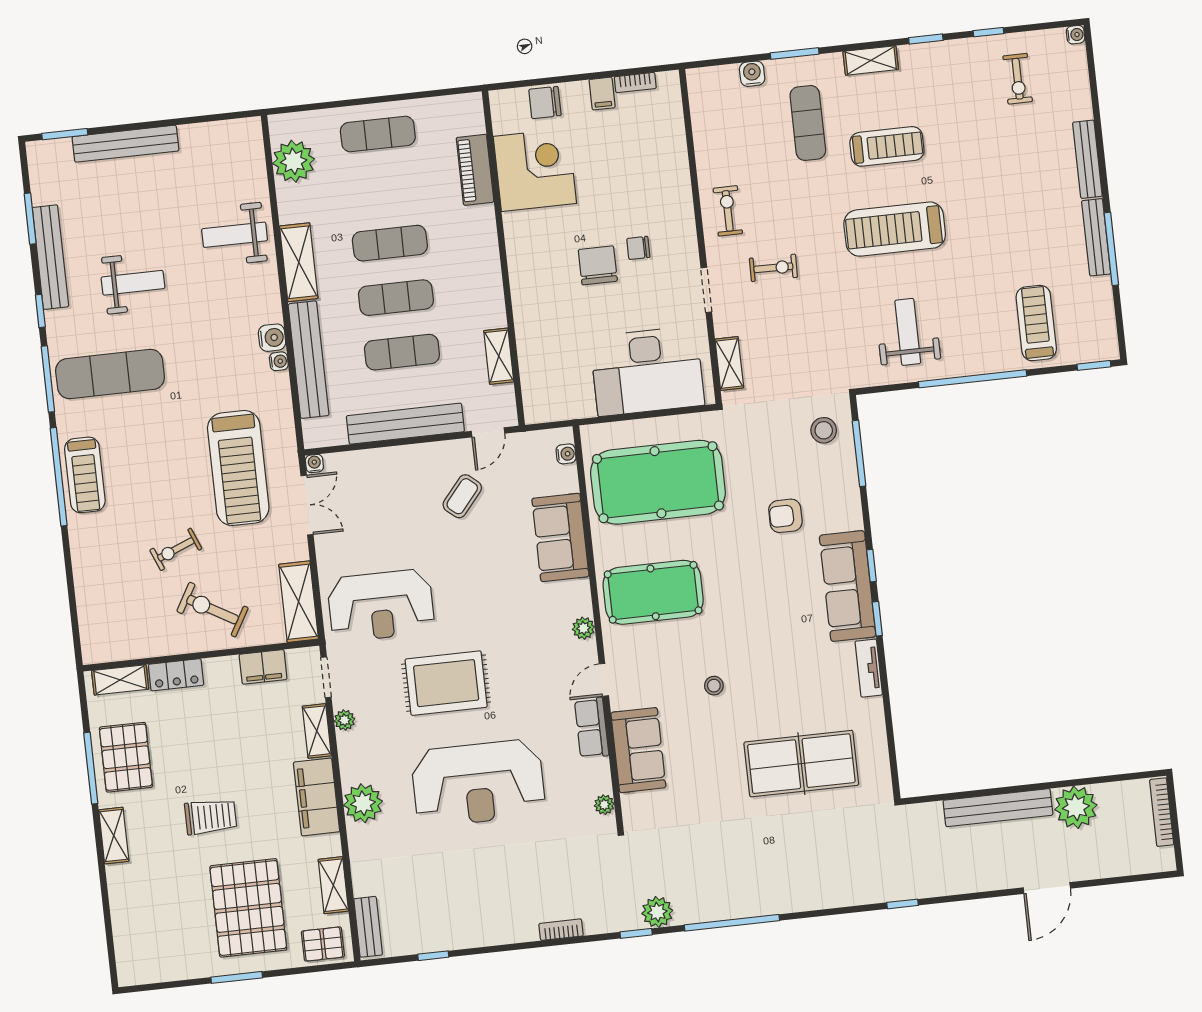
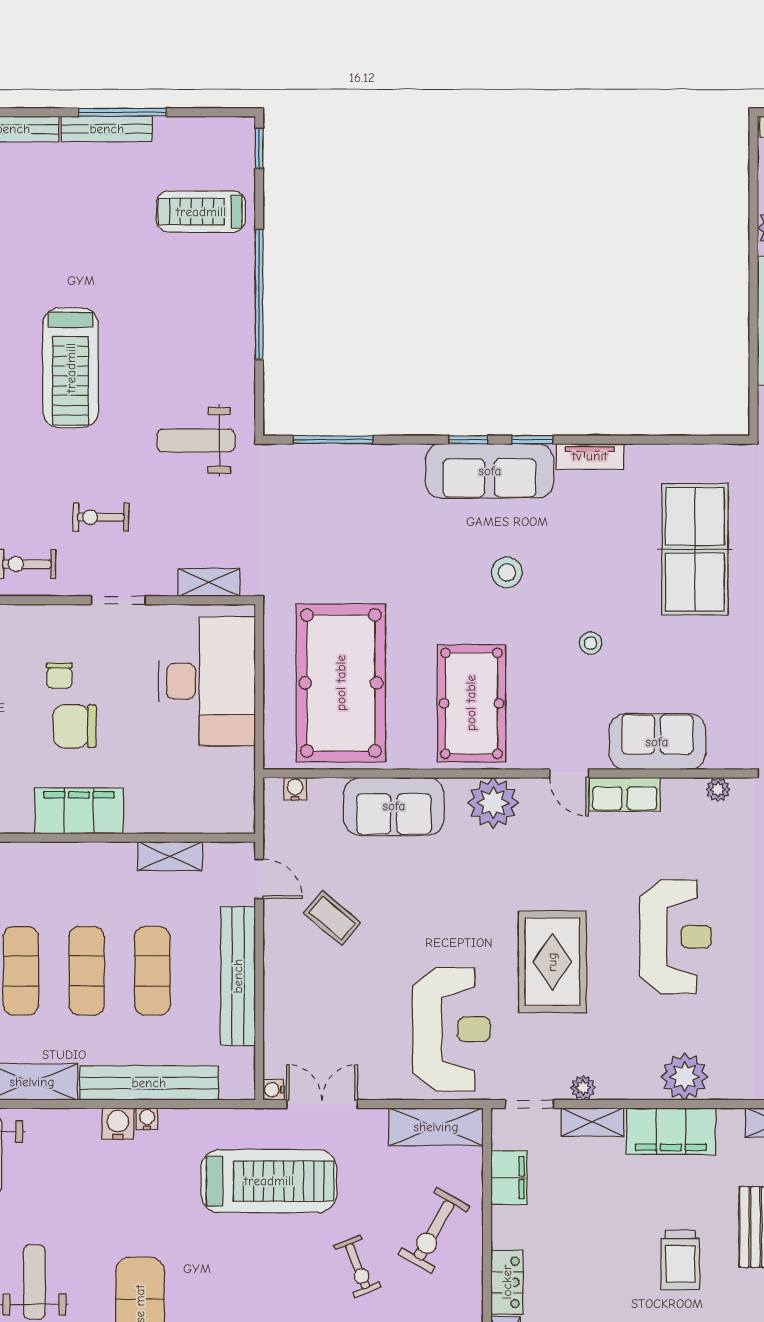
exercise bike: (773, 268) -> (101, 517), turned -91
filing cabinet: (528, 277) -> (79, 811), added
weight bench: (908, 332) -> (196, 440), moved
stool: (824, 430) -> (507, 572), moved
armchair: (785, 516) -> (398, 536), removed
plant: (583, 628) -> (493, 803), width x1.88, depth x1.88
reception desk: (478, 783) -> (676, 937), width x0.74, depth x0.77
trolley: (211, 817) -> (680, 1260), turned 180

